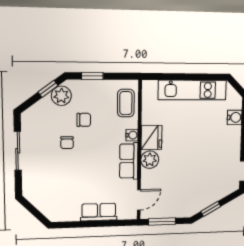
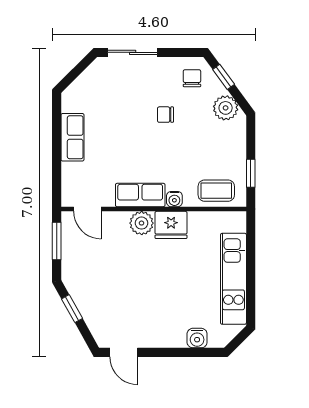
window: (92, 76) -> (251, 173), moved
window: (48, 89) -> (224, 77), moved
chair: (84, 120) -> (192, 78), moved, turned 180
sliding door: (18, 151) -> (133, 52), moved
row of seats: (99, 212) -> (72, 137), moved

